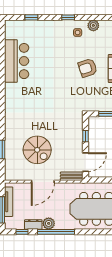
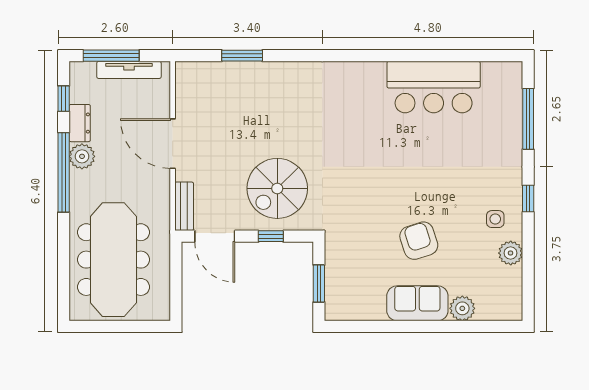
window: (31, 17) -> (528, 119), width x2.17
spiral stairs: (37, 150) -> (277, 188), moved

